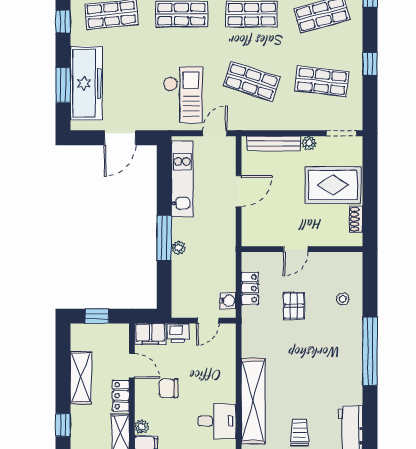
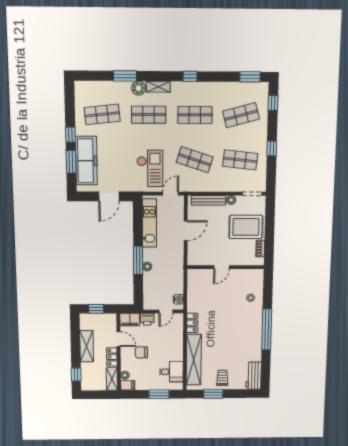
window: (63, 22) -> (70, 135), moved
locker: (250, 288) -> (192, 323), moved
pallet: (294, 306) -> (220, 302), removed

